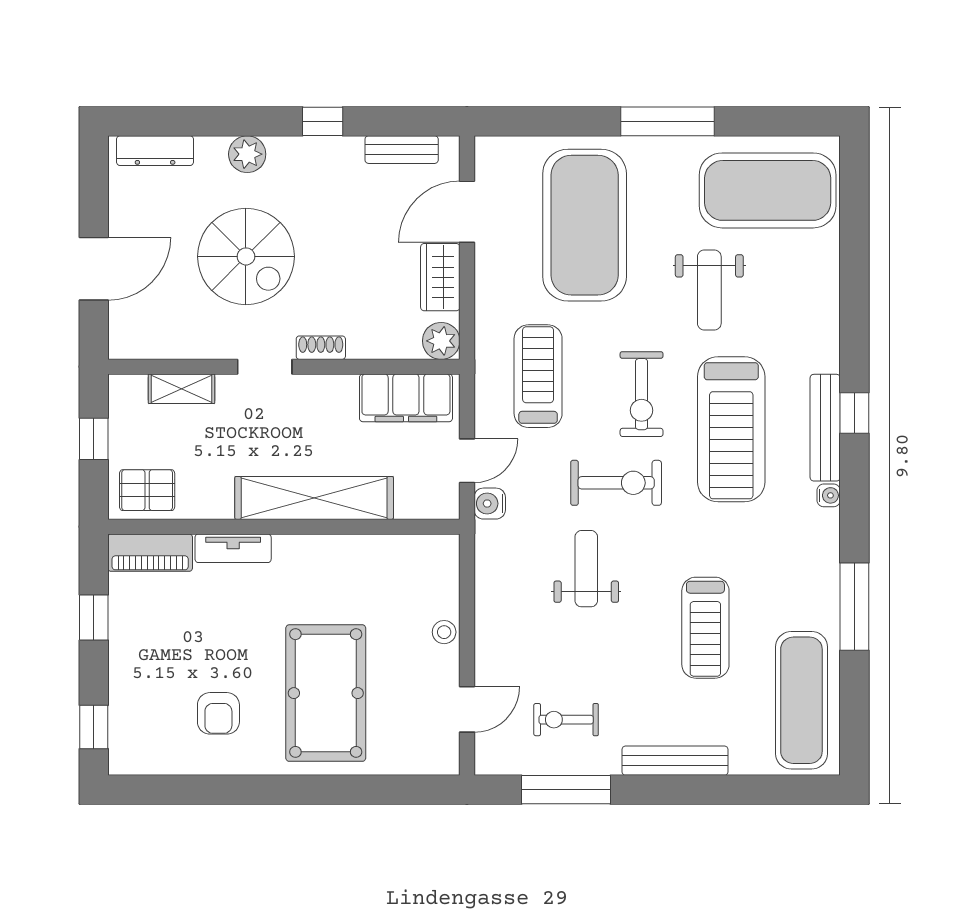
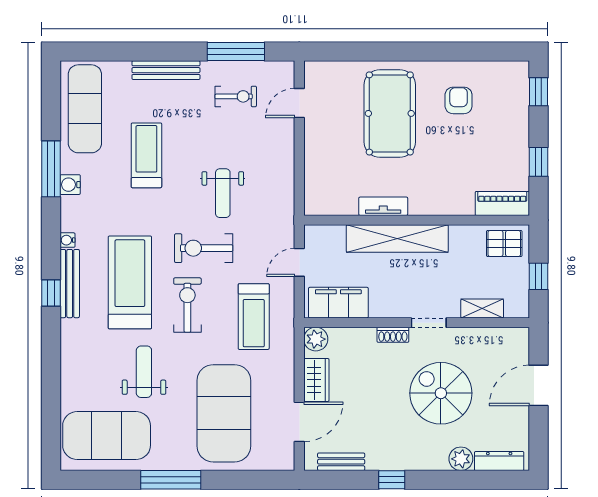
plant: (247, 154) -> (461, 459), moved
water cooler: (490, 504) -> (70, 185), moved, turned 180
tv unit: (233, 548) -> (383, 206), moved
stool: (444, 632) -> (314, 152), removed

